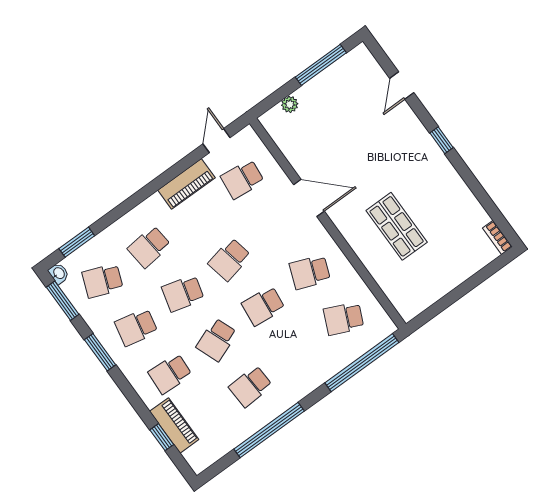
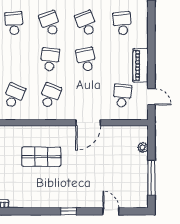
school desk: (183, 293) -> (86, 23), turned -36

